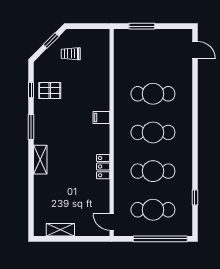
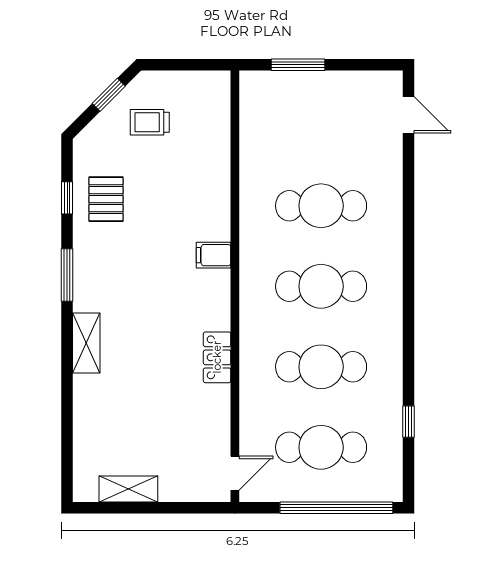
pallet: (50, 91) -> (106, 199), turned 90
door: (112, 222) -> (235, 473), swing flipped

